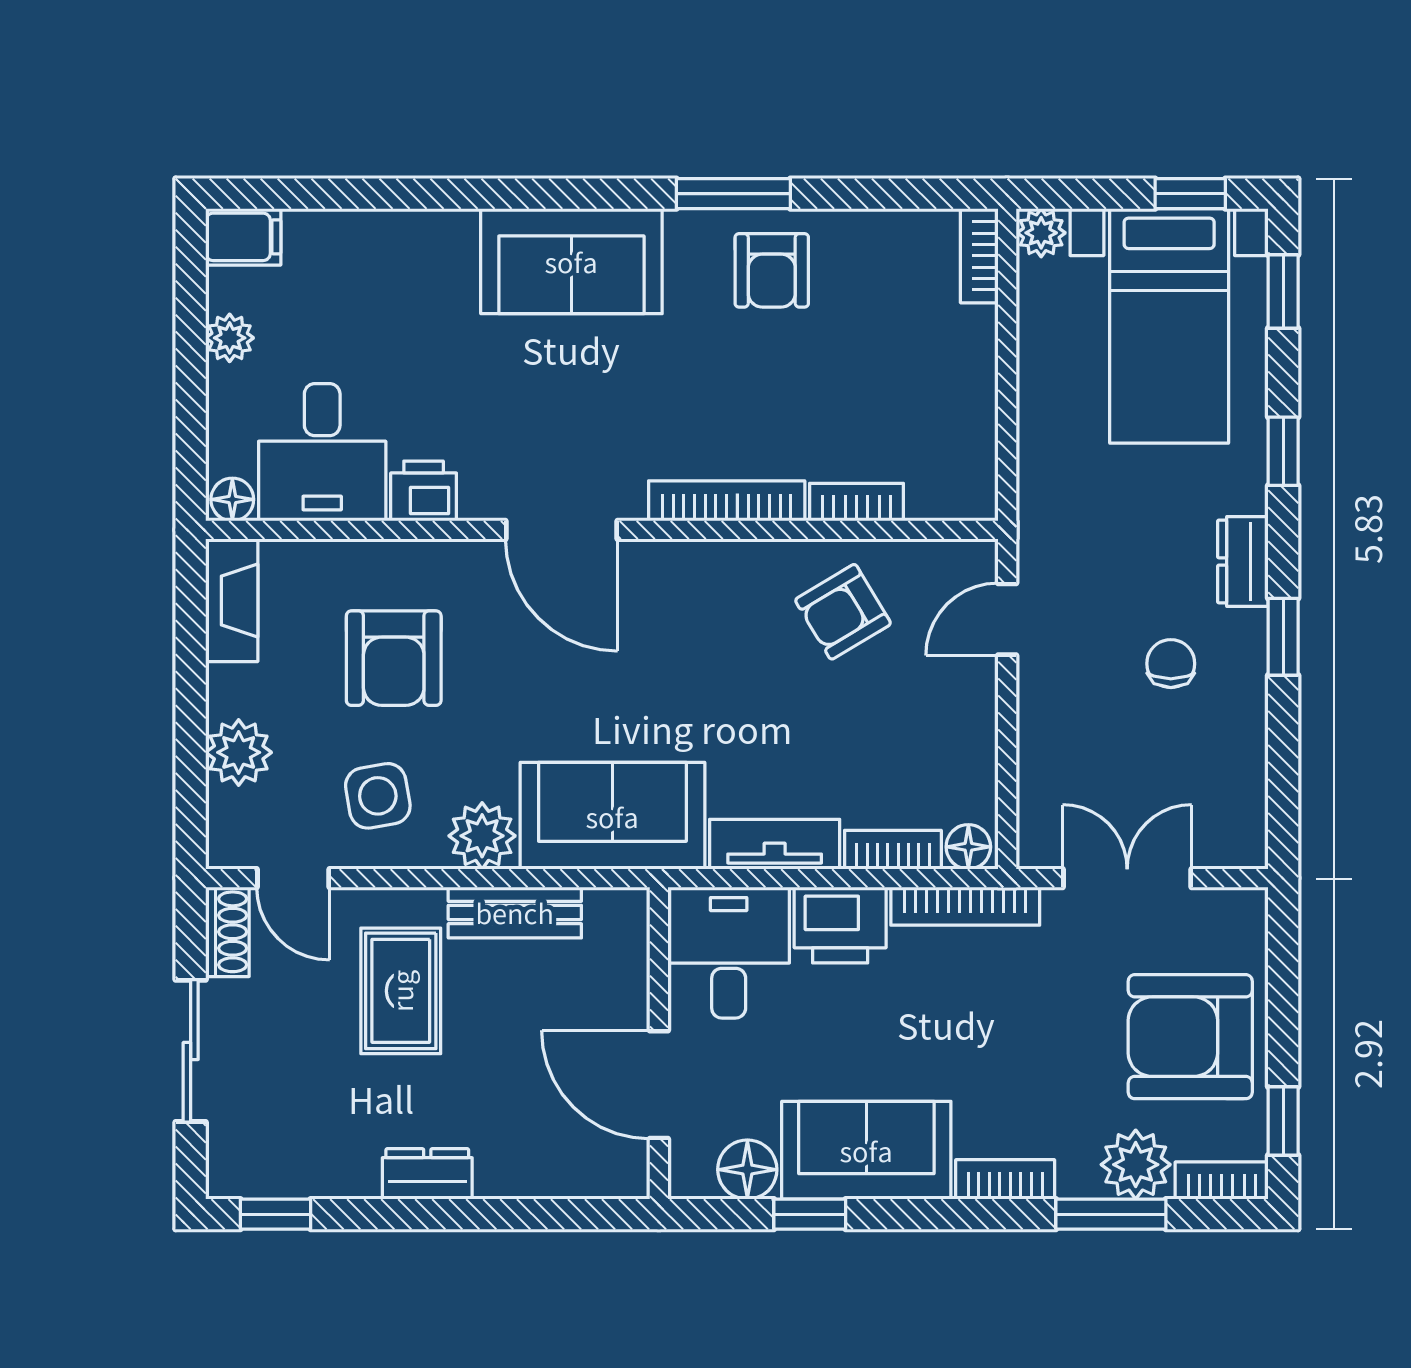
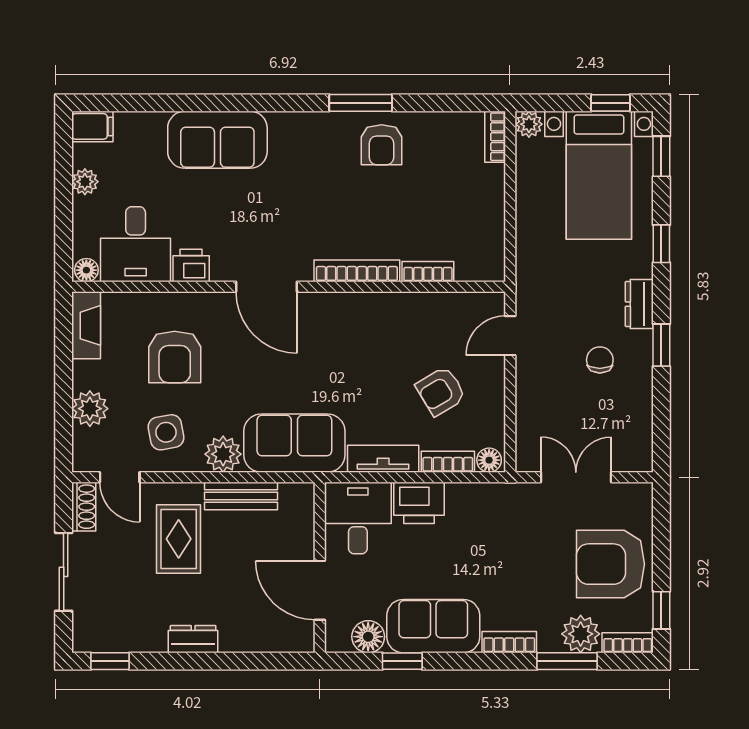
sofa: (571, 261) -> (217, 140), moved
armchair: (843, 612) -> (441, 391), moved
bookcase: (965, 906) -> (487, 493), removed

